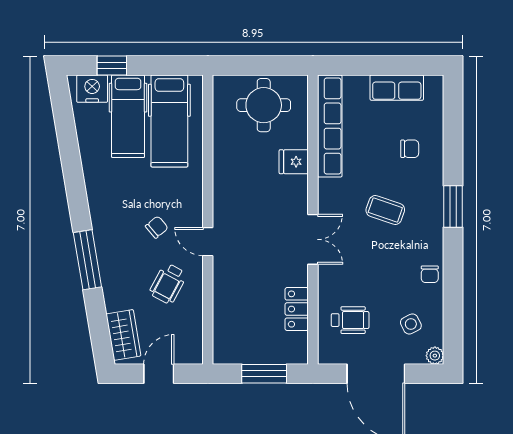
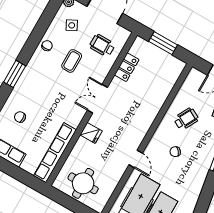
fridge: (294, 162) -> (91, 133), moved
coffee table: (385, 210) -> (72, 61), moved, turned 71
door: (208, 242) -> (136, 159), moved

